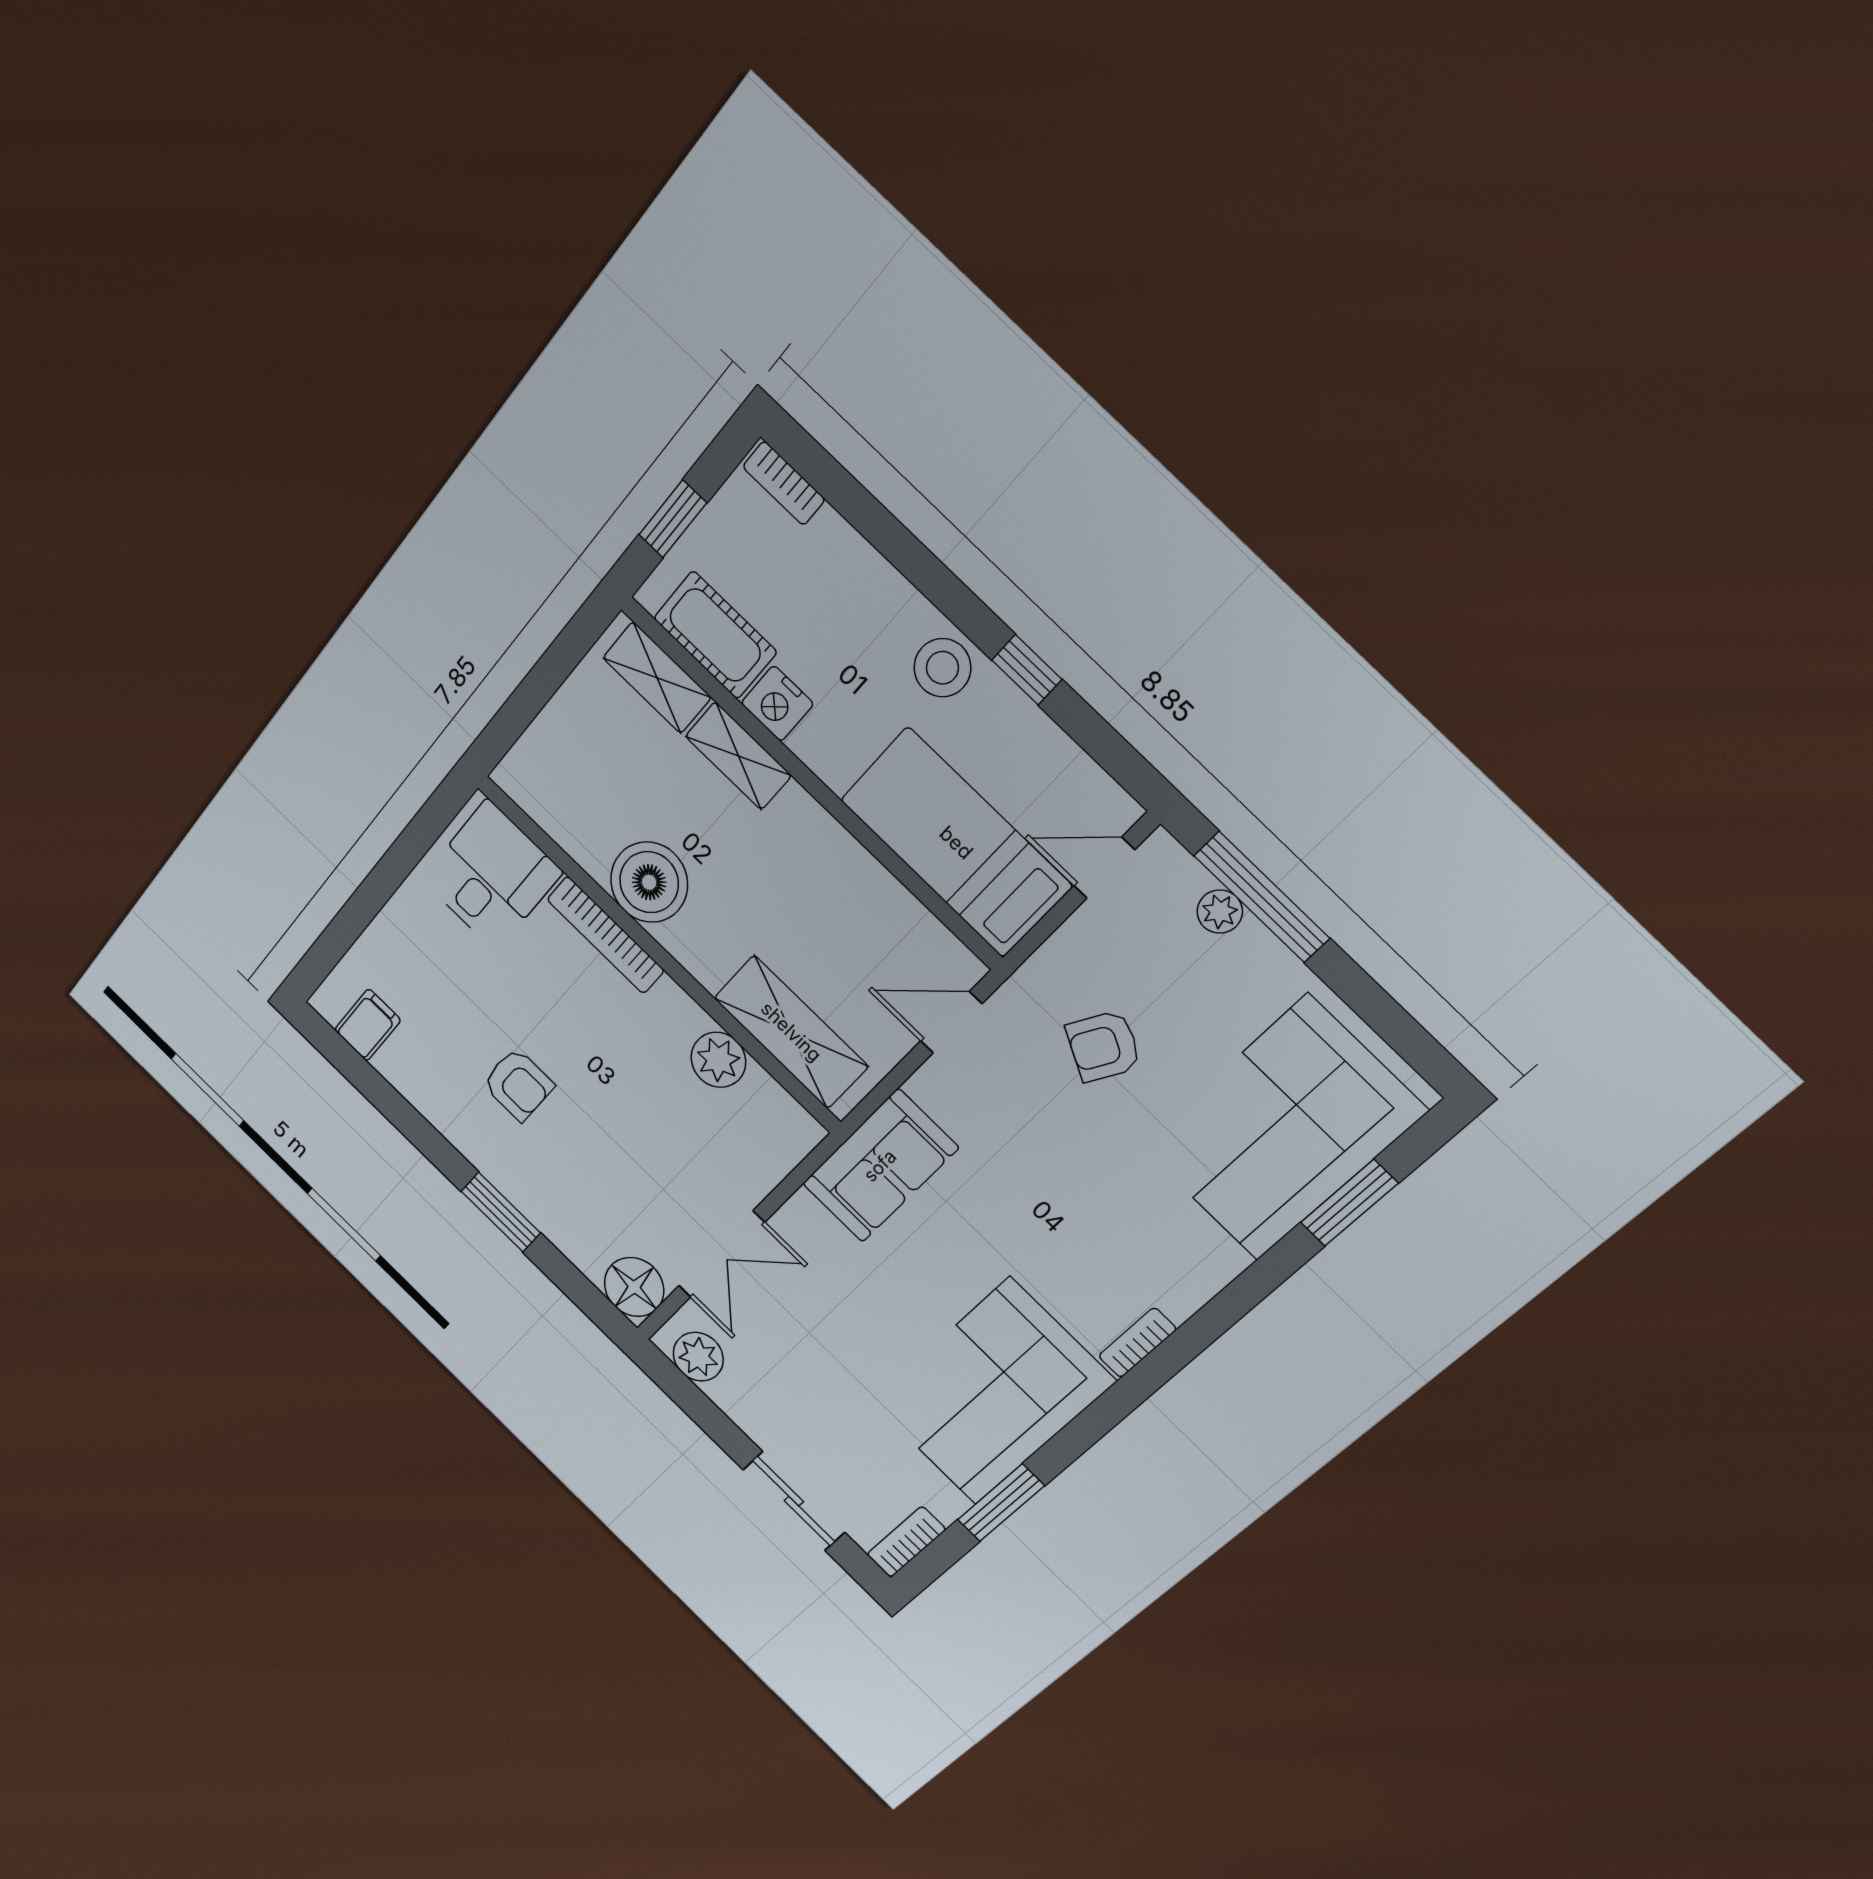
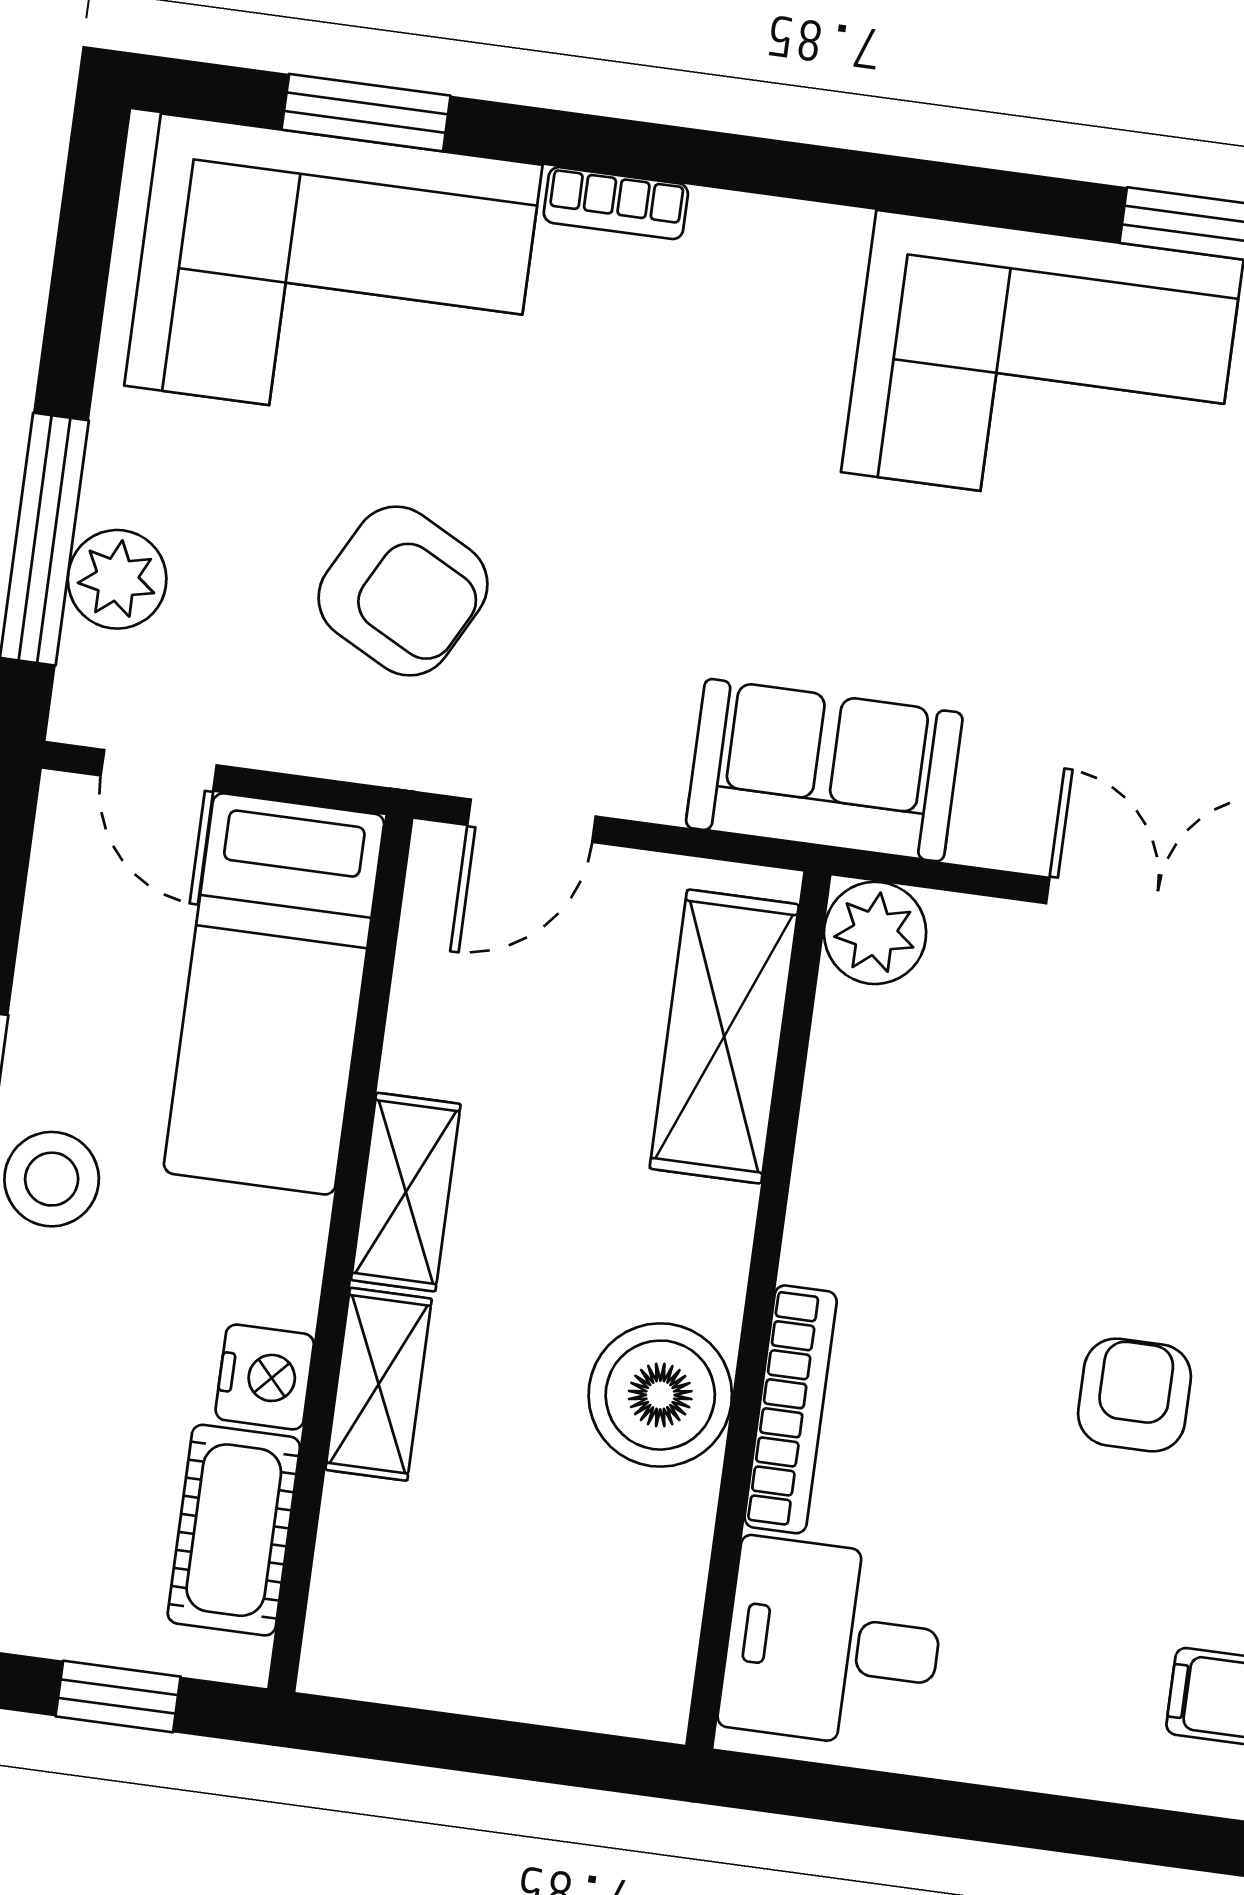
shelving: (657, 678) -> (406, 1192), moved
plant: (1220, 912) -> (117, 579), width x1.38, depth x1.38
door: (951, 1022) -> (531, 821), hinge flipped
armchair: (1104, 1046) -> (403, 591), width x1.38, depth x1.38
plant: (718, 1060) -> (875, 933), moved
bookcase: (1137, 1343) -> (616, 203), moved

